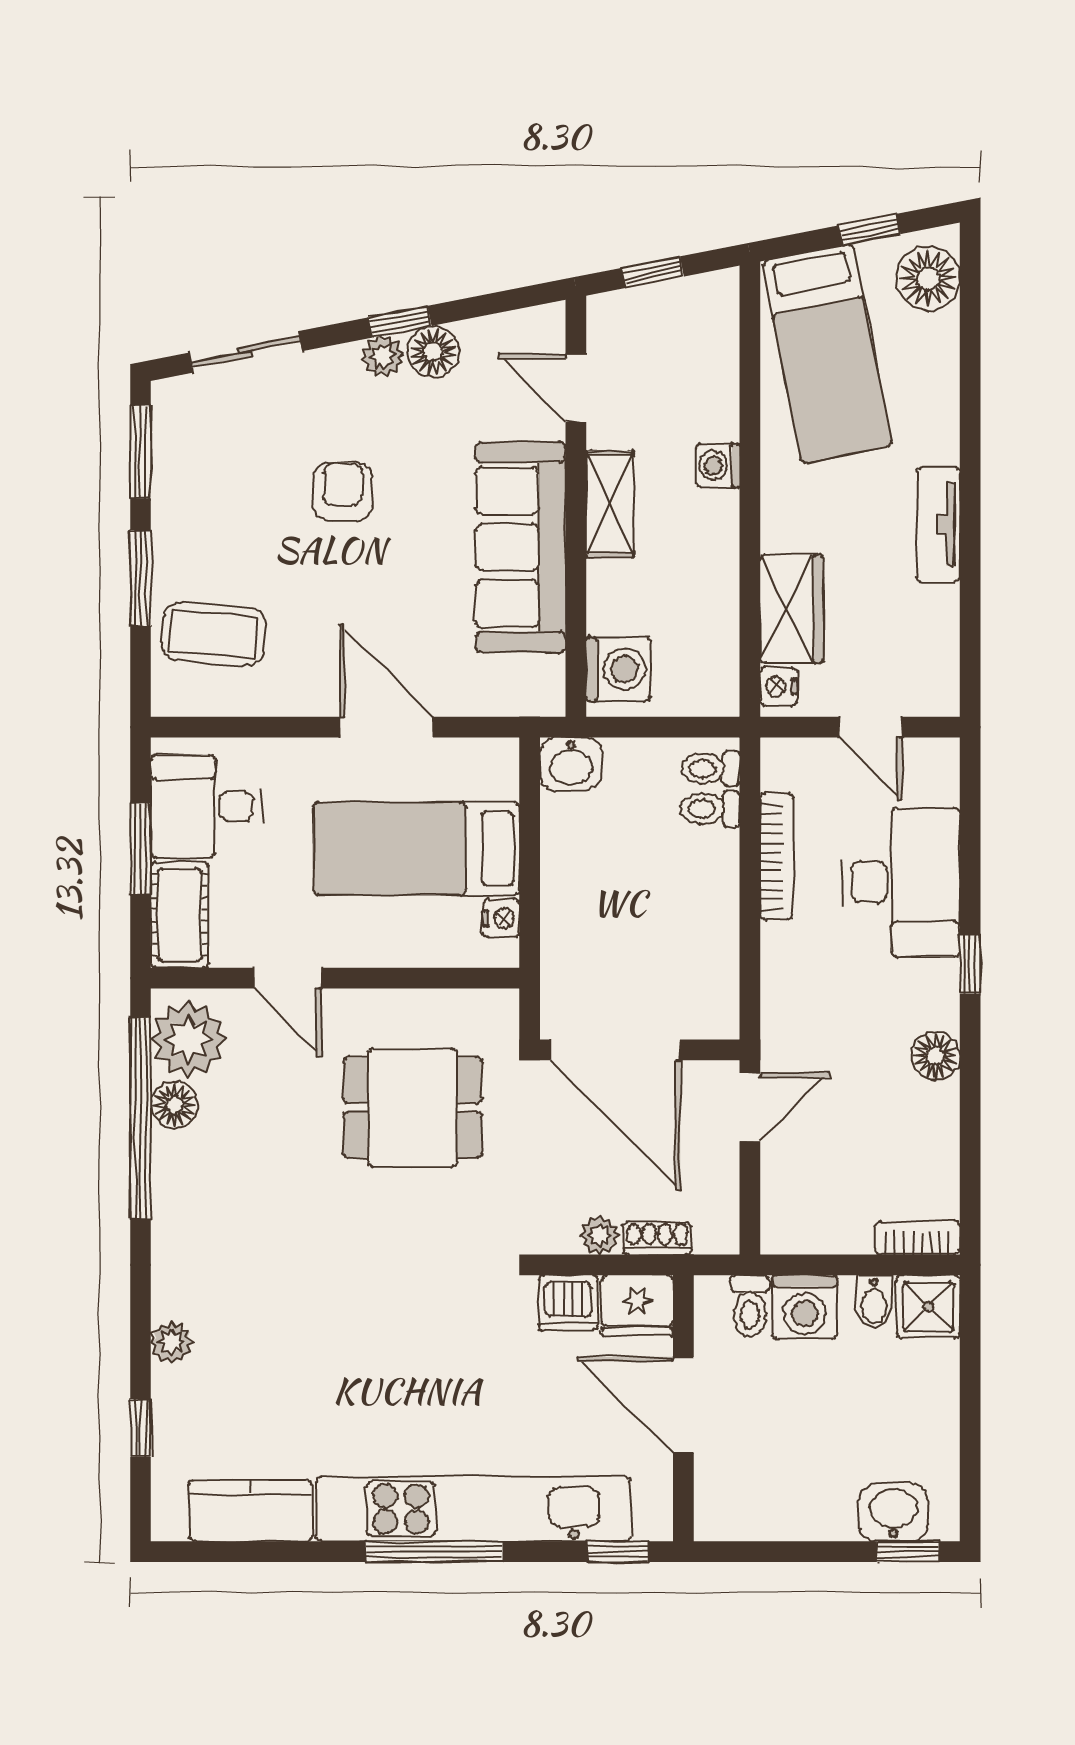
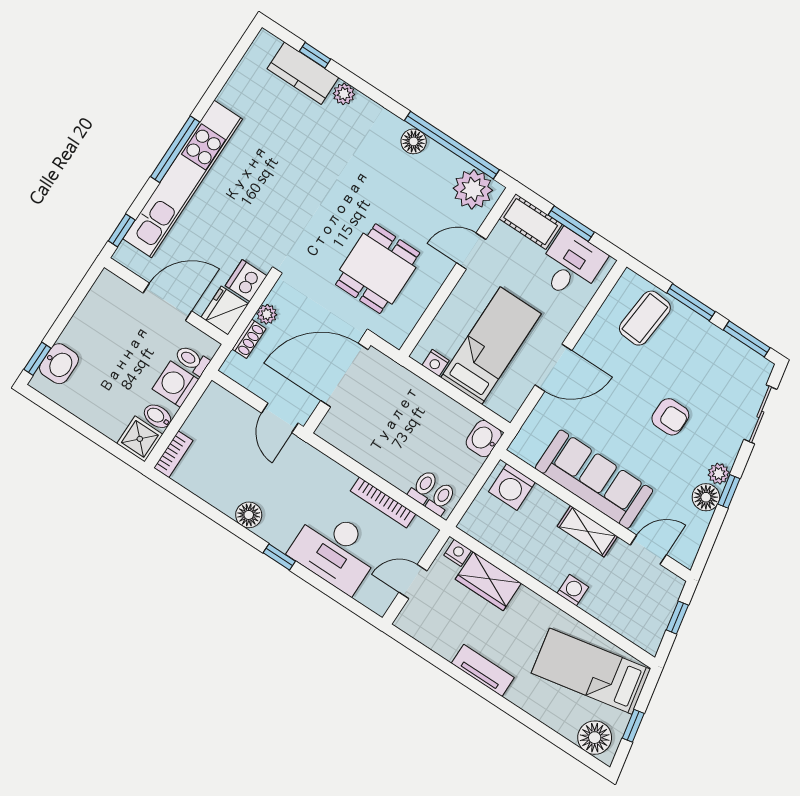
floor lamp: (174, 1105) -> (414, 141), moved
kitchen counter: (251, 1511) -> (303, 73), moved, turned 90

